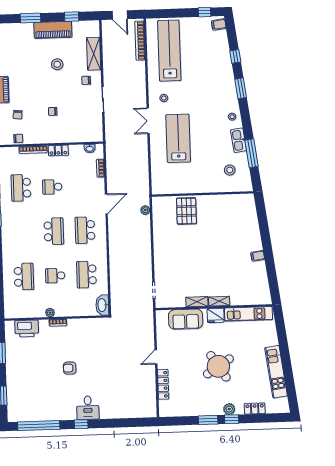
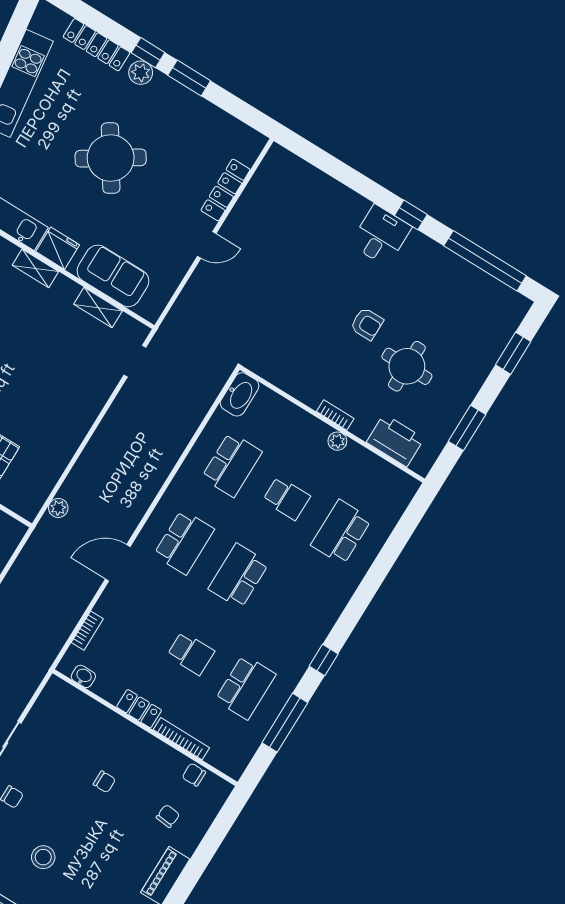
shelving: (197, 302) -> (98, 308), moved
round table: (42, 362) -> (407, 366), added
locker: (255, 409) -> (97, 45), width x1.53

